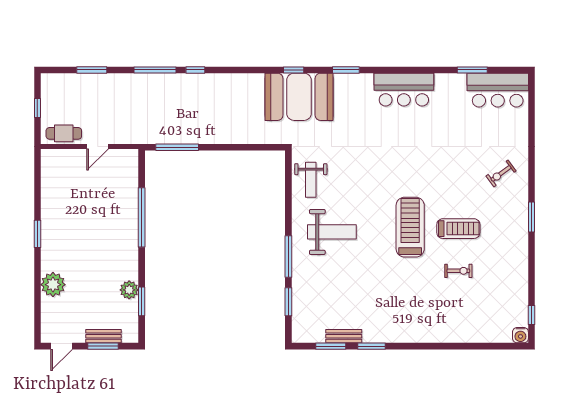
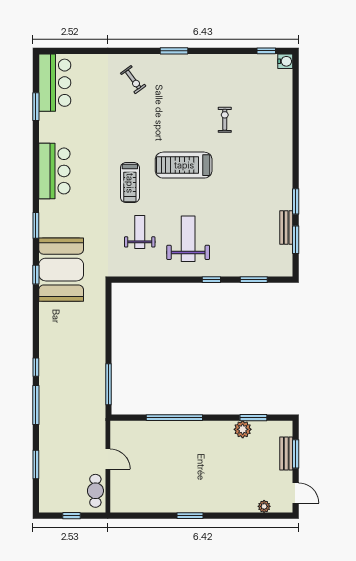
weight bench: (311, 180) -> (140, 232), moved, turned -90
treadmill: (458, 229) -> (130, 183), moved, turned 180
window: (288, 257) -> (211, 280), width x0.46
plant: (53, 285) -> (264, 506), moved, width x0.53, depth x0.53

